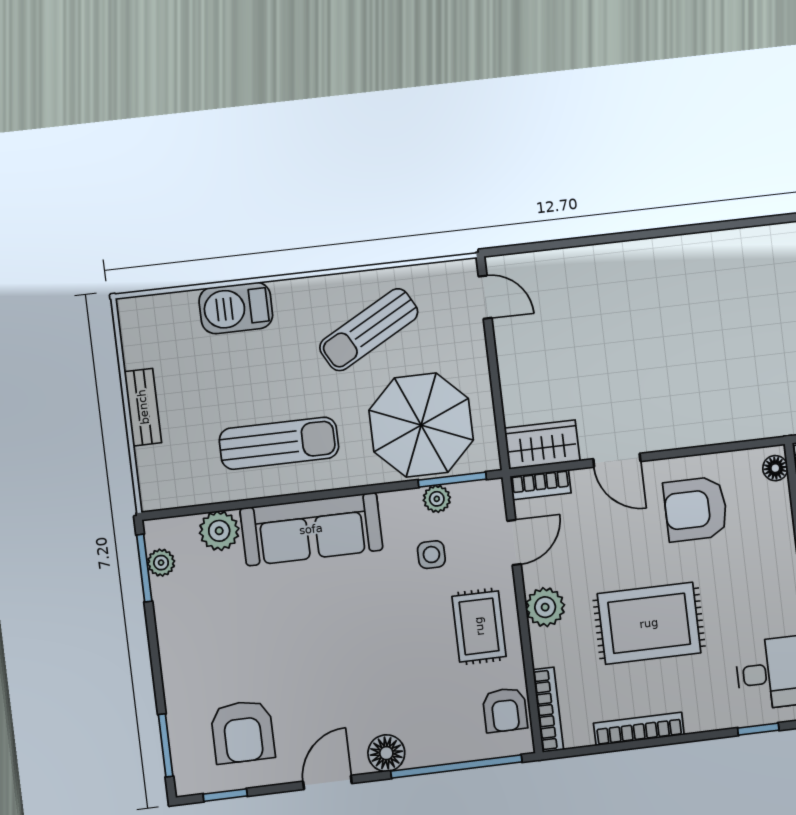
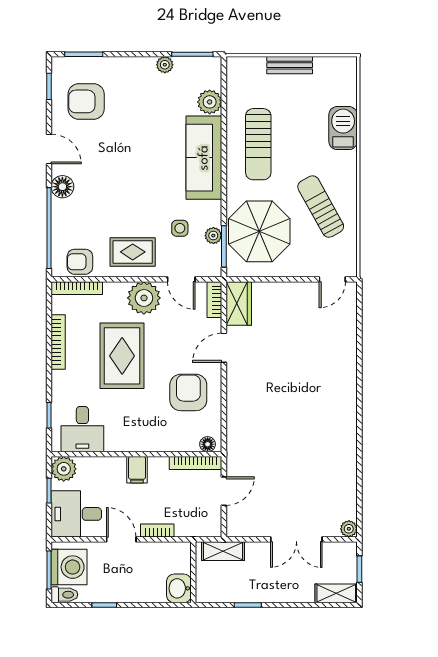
plant: (161, 563) -> (165, 65), moved
plant: (545, 607) -> (144, 298), width x1.36, depth x1.36

